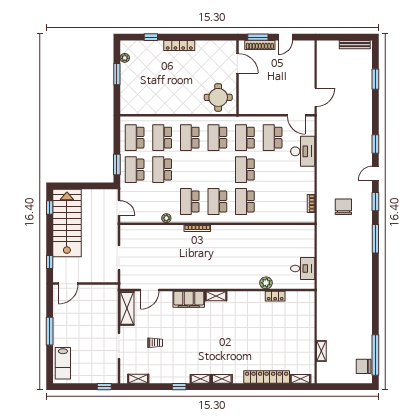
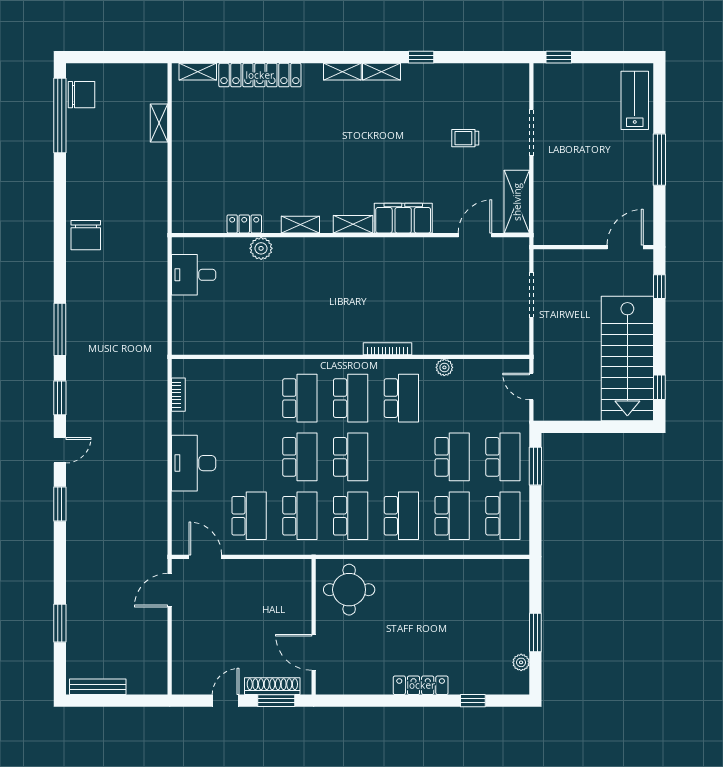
desk: (303, 151) -> (194, 463), moved
school desk: (217, 170) -> (351, 457), added
chair: (343, 207) -> (86, 235), moved
shelving: (138, 379) -> (300, 225), moved

